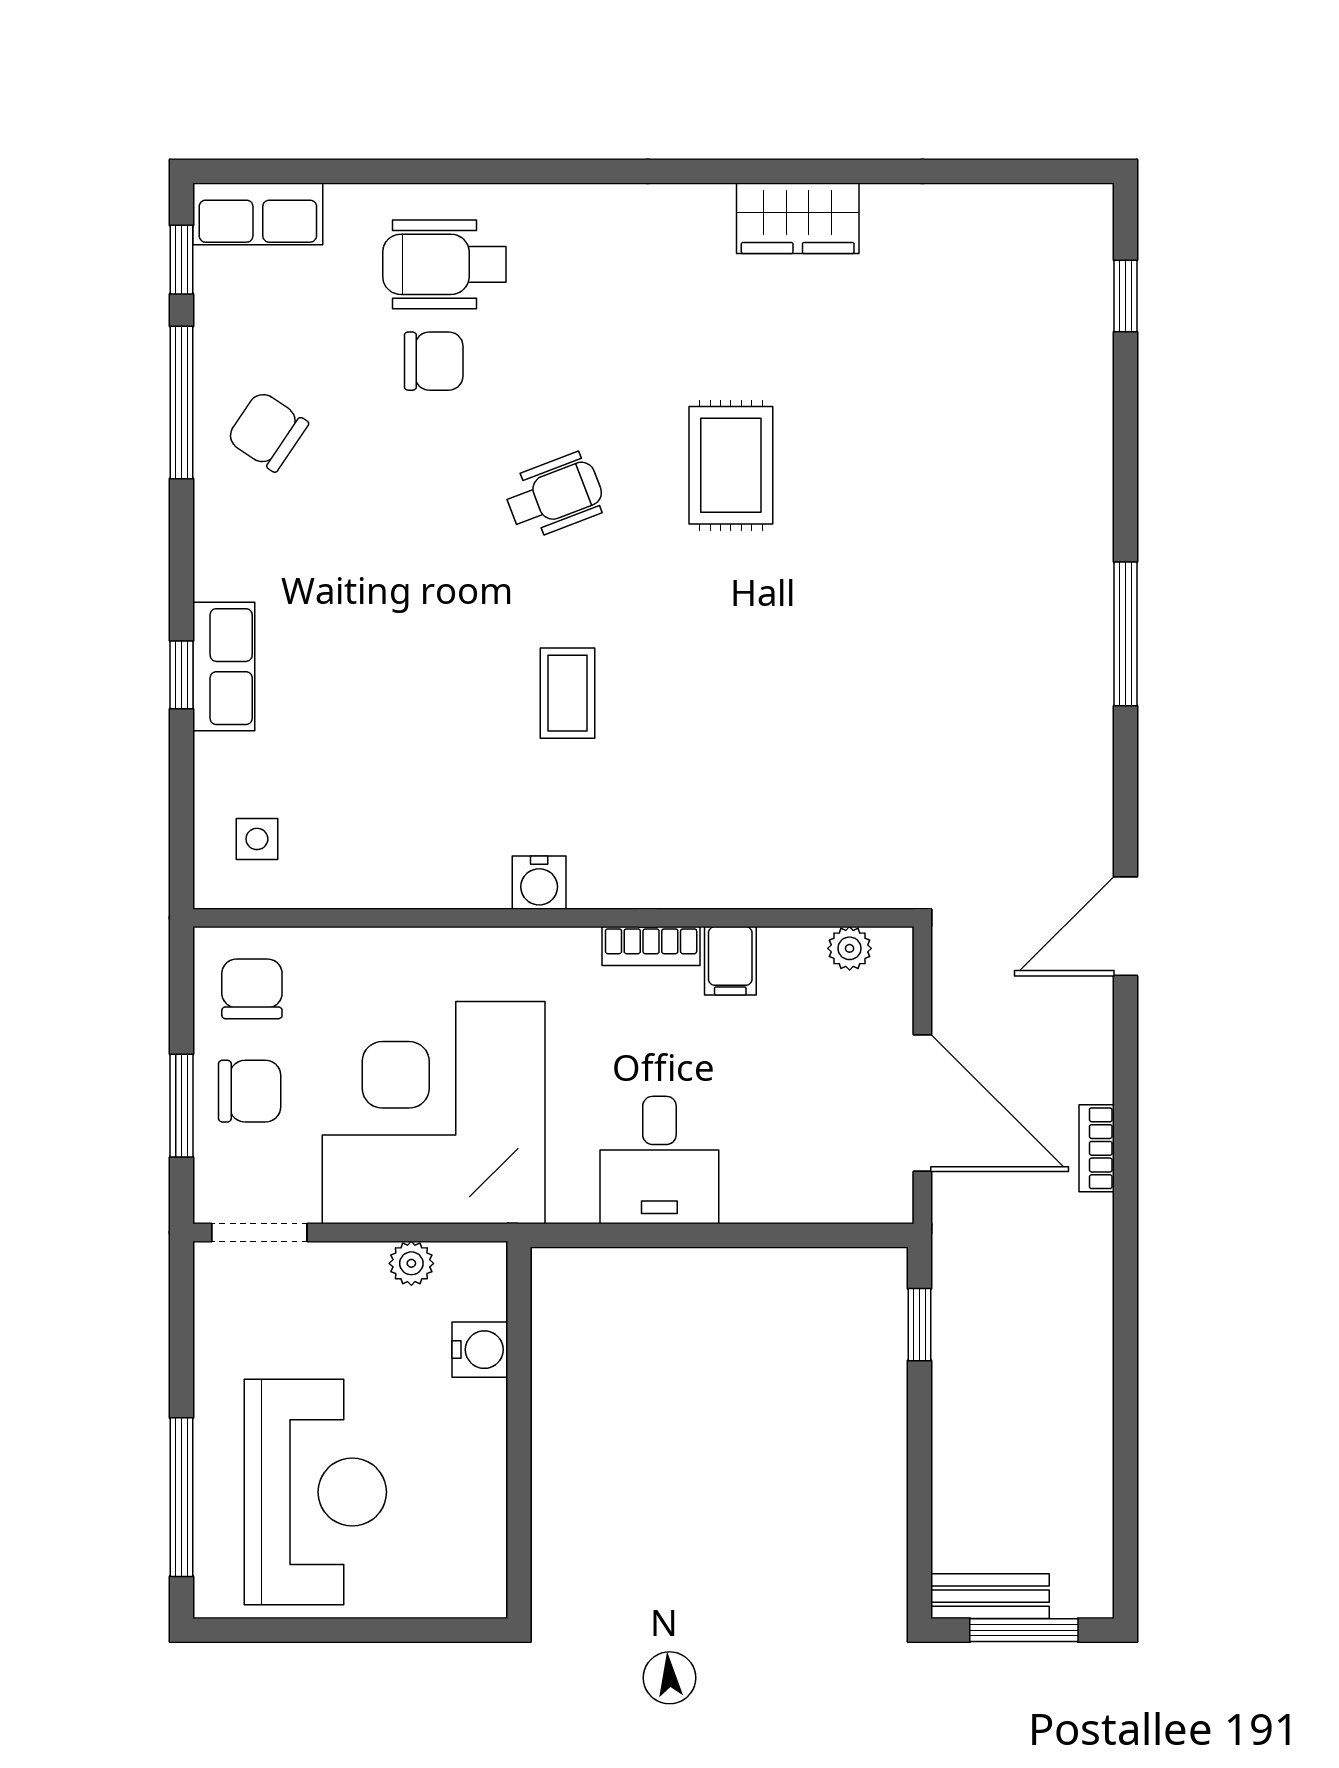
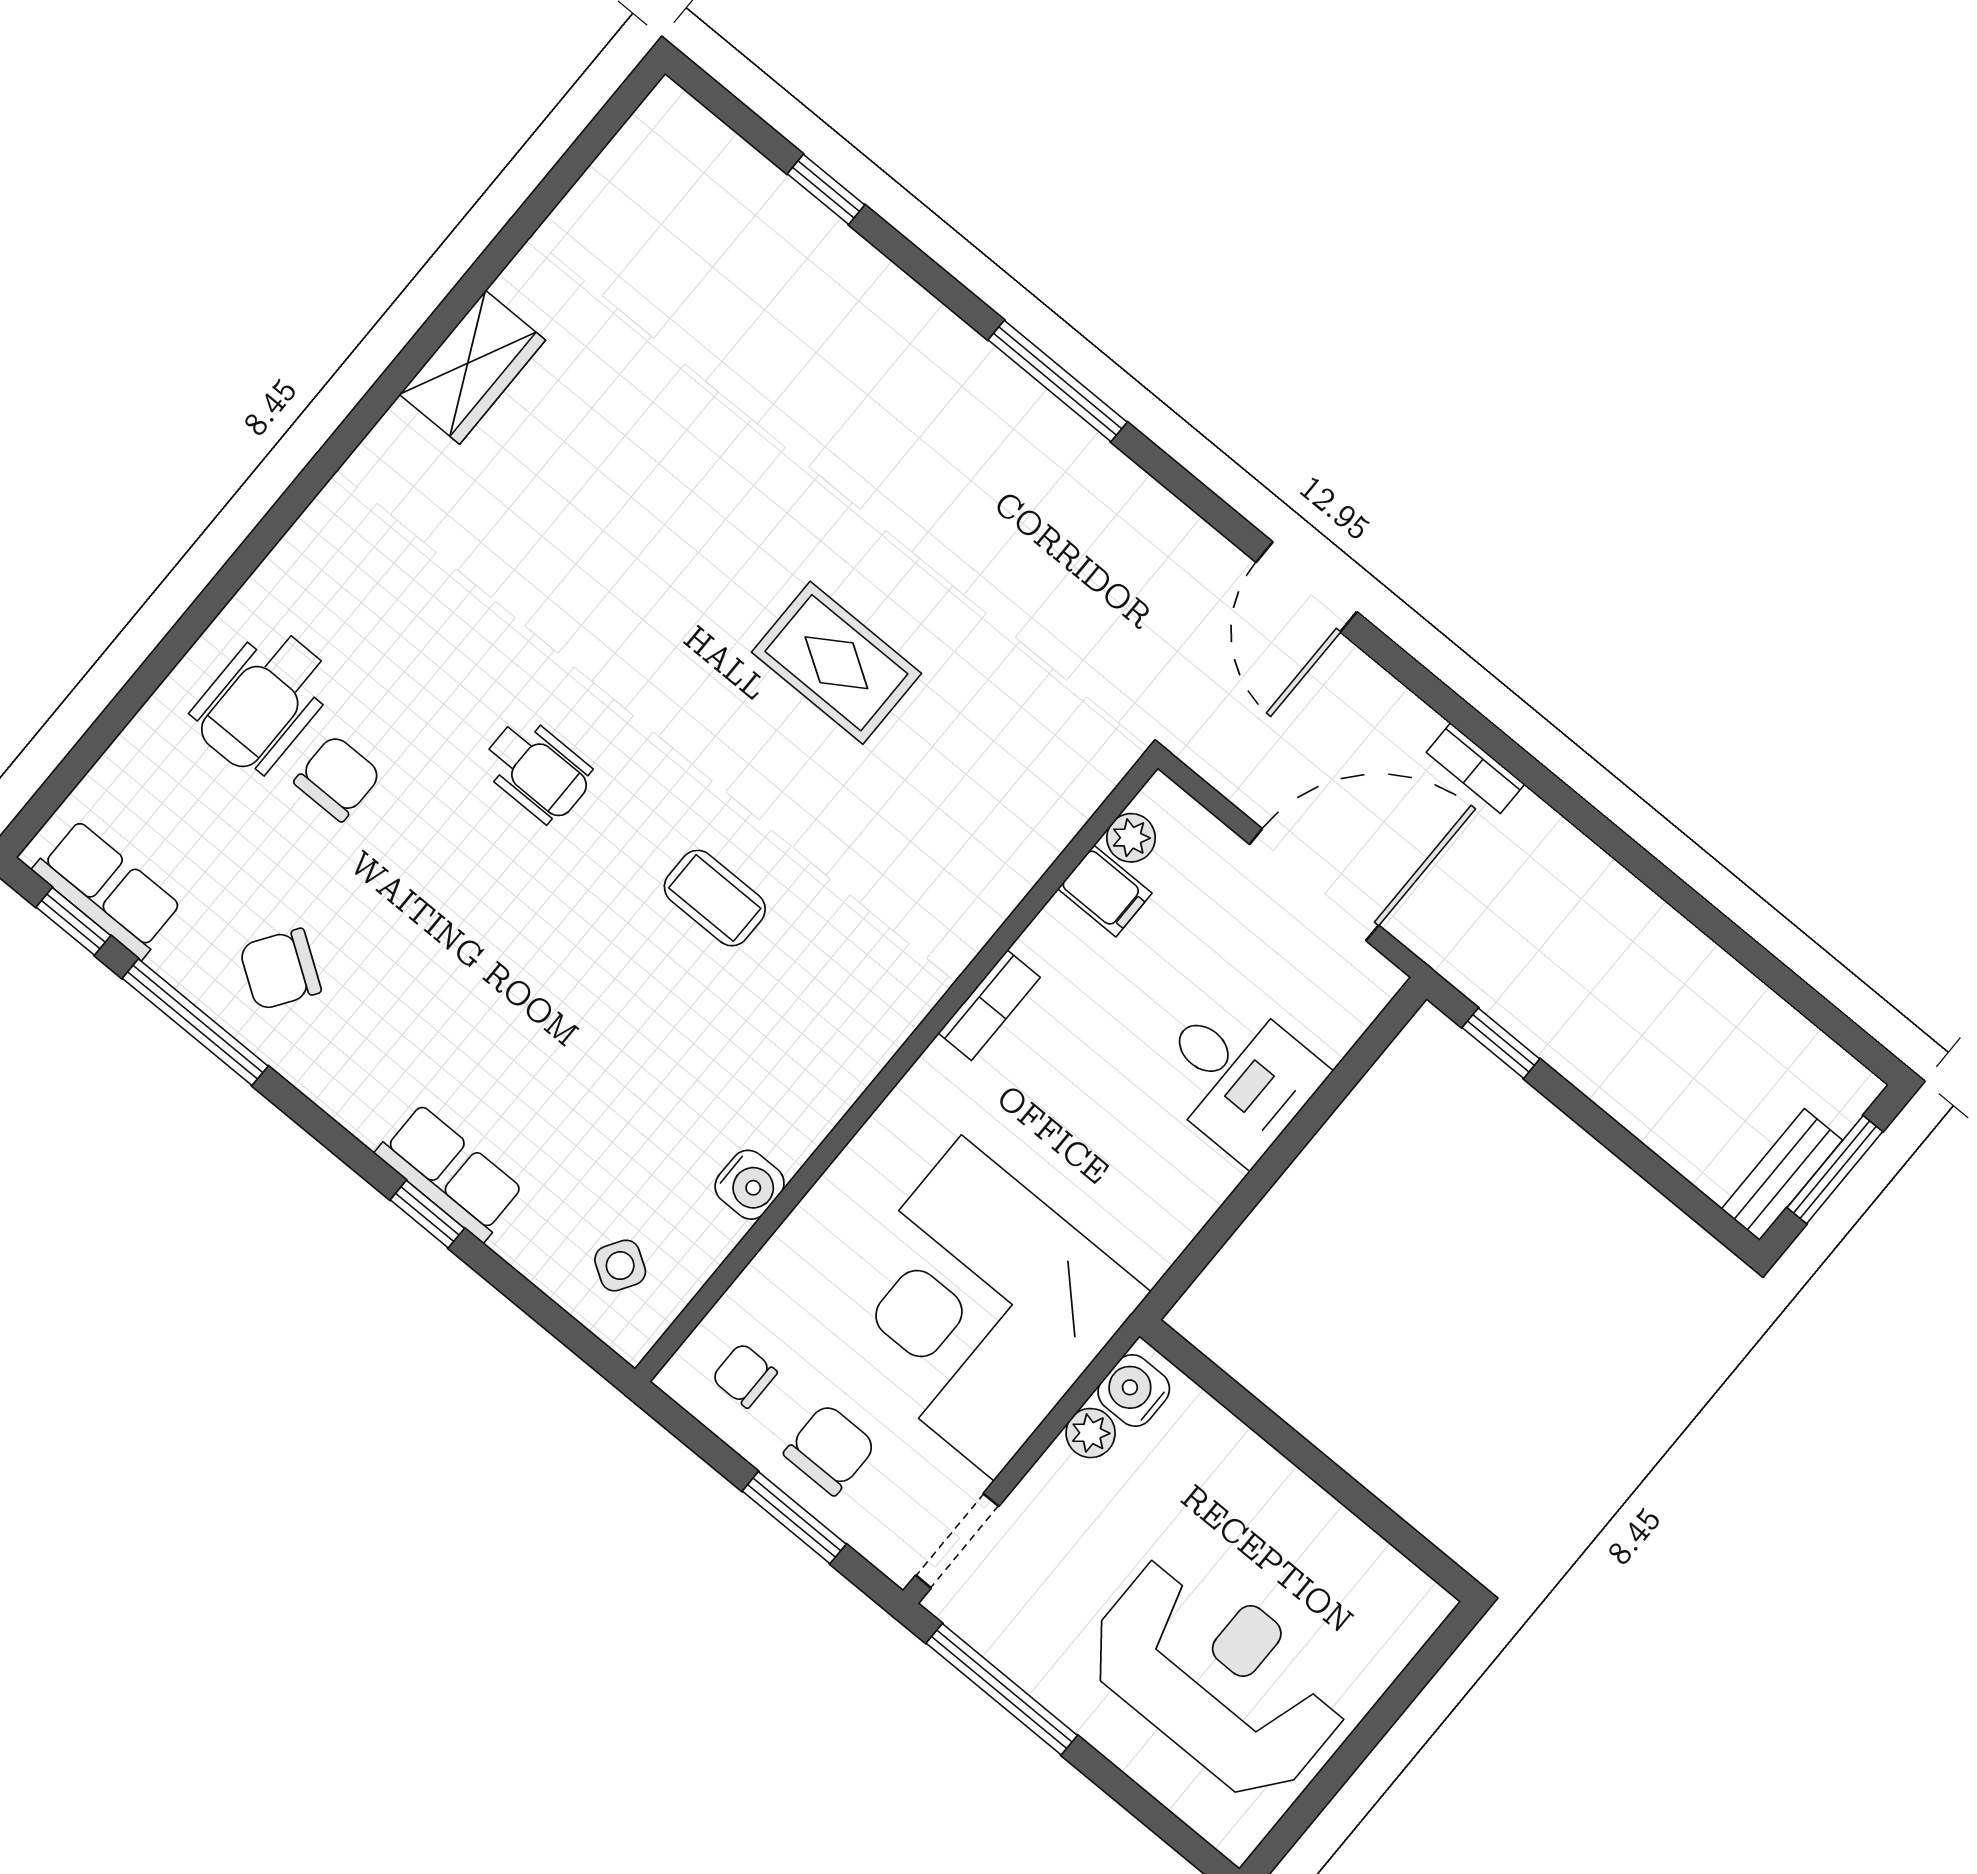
row of seats: (258, 214) -> (108, 889), moved, turned -90
window: (1125, 296) -> (826, 189), moved
rug: (731, 465) -> (836, 663), moved
wheelchair: (554, 496) -> (537, 770), turned 111
side table: (257, 839) -> (620, 1266), turned 32
water cooler: (539, 883) -> (750, 1185), moved
filing cabinet: (730, 961) -> (1105, 891), moved
chair: (252, 989) -> (744, 1375), width x0.73, depth x0.73
desk: (659, 1160) -> (1237, 1076), moved
water cooler: (480, 1350) -> (1134, 1390), moved, turned -90
window: (182, 1497) -> (1002, 1689), moved

